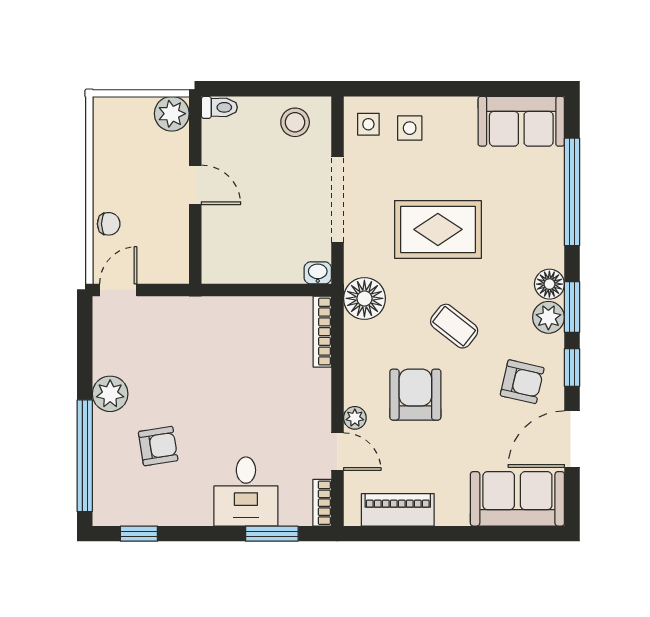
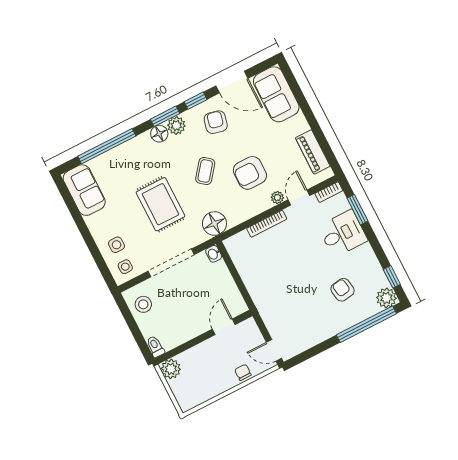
door: (195, 185) -> (224, 327), moved
bookcase: (322, 332) -> (267, 224), moved
plant: (110, 394) -> (386, 298), moved

